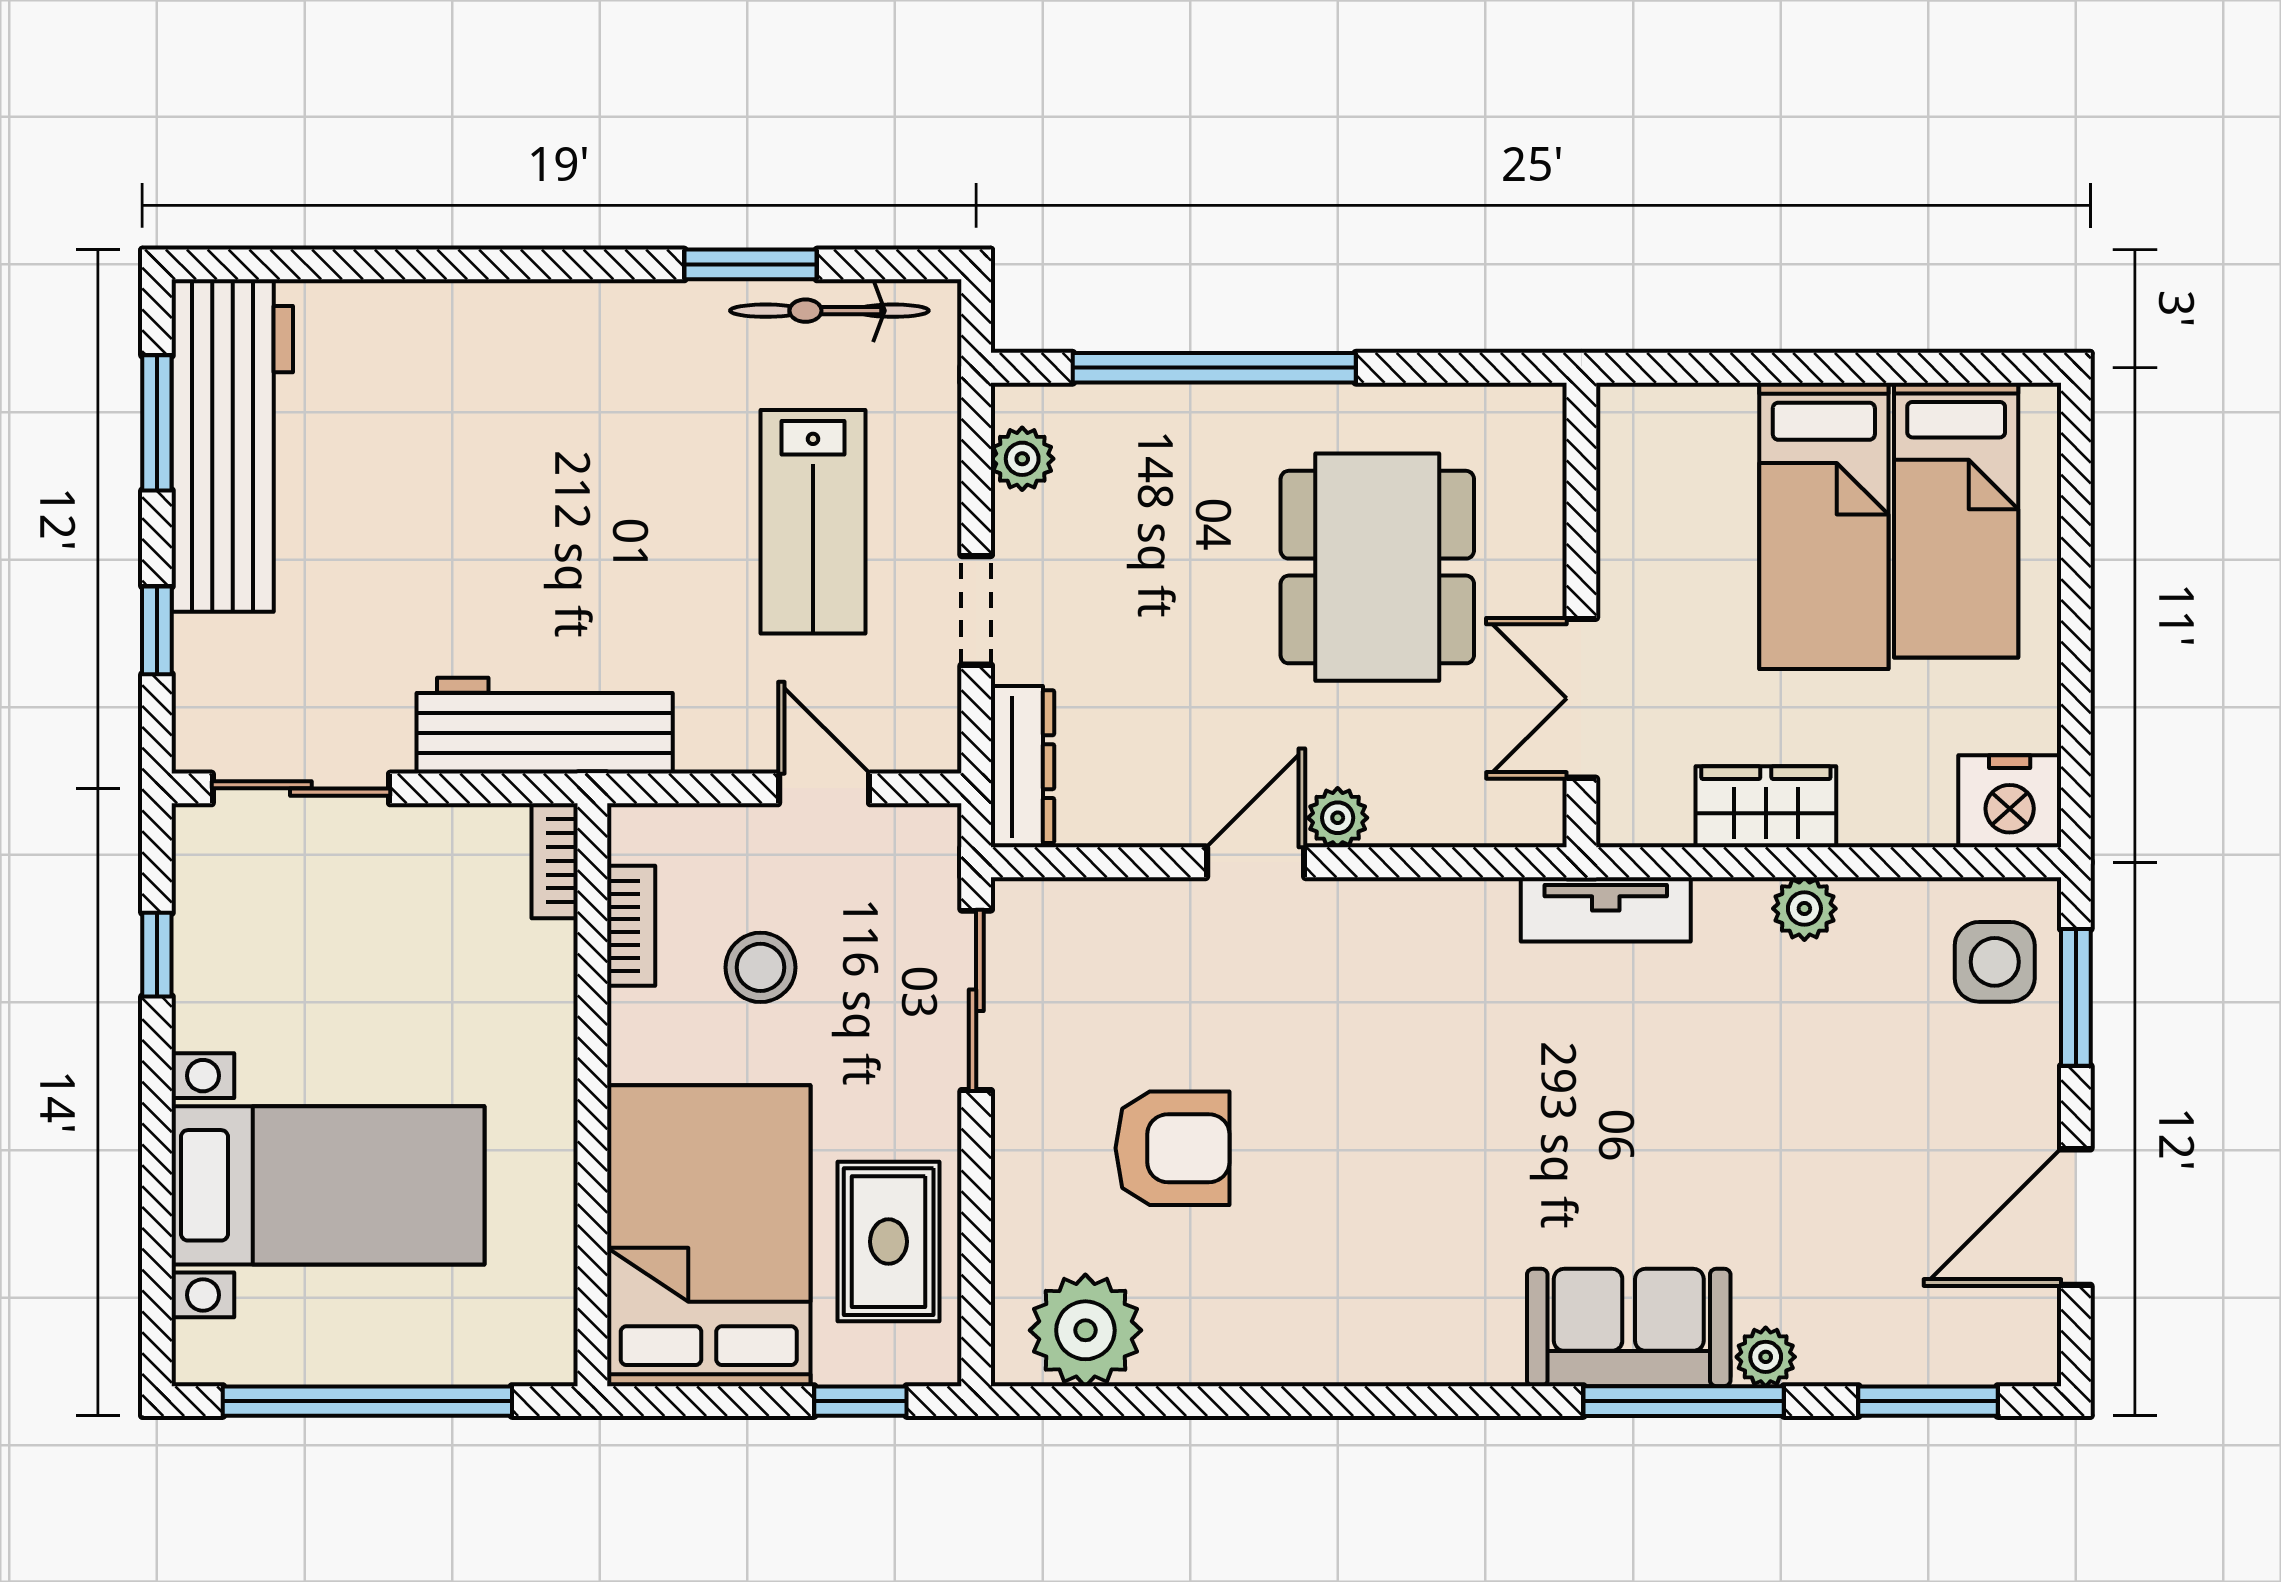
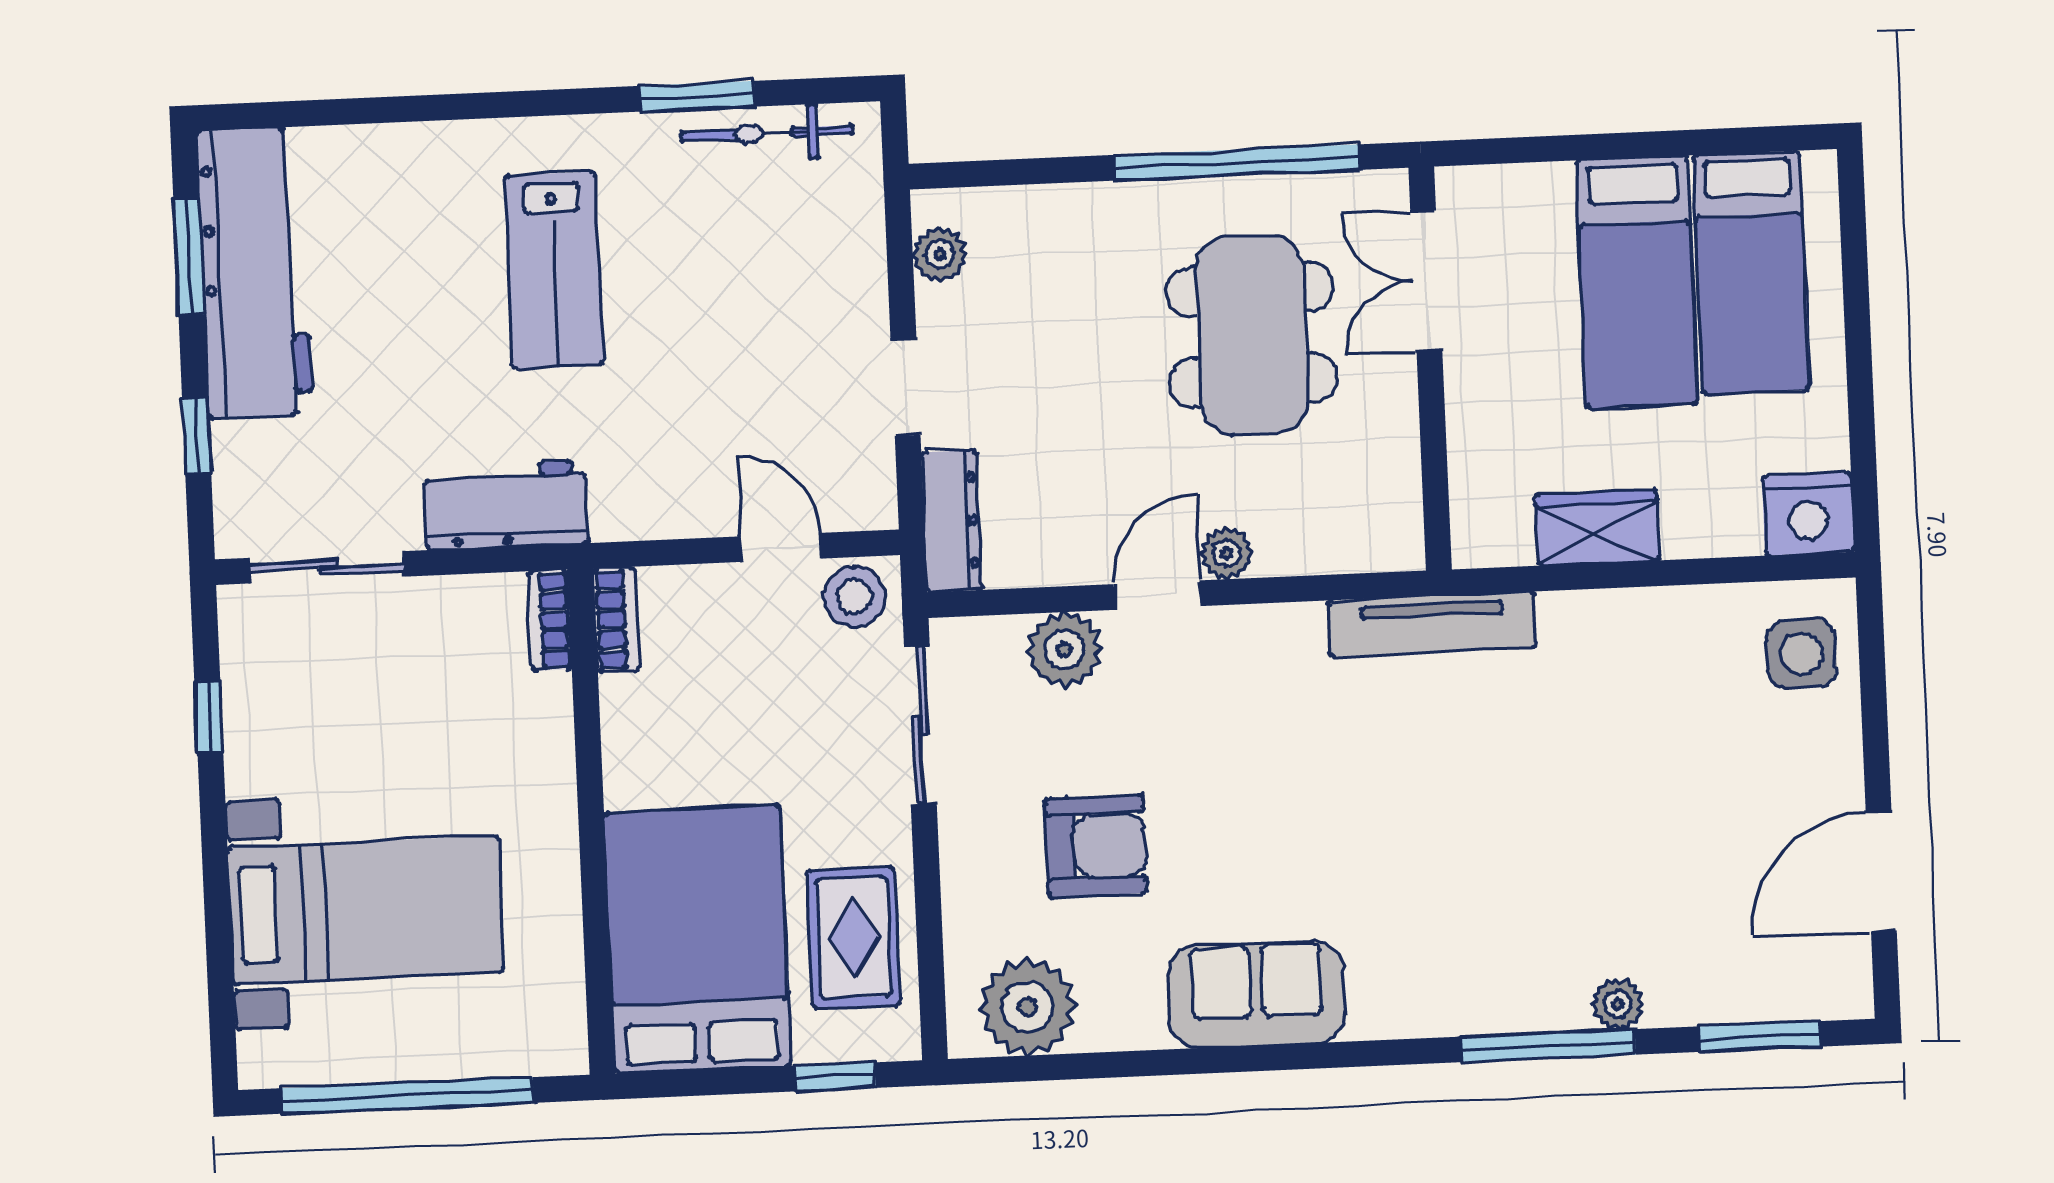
window: (1214, 368) -> (1237, 162), moved
lab bench: (813, 522) -> (554, 270), moved
double door: (1581, 698) -> (1426, 281), moved
workbench: (545, 726) -> (506, 505), width x0.73
tv unit: (1606, 909) -> (1432, 624), width x1.41
plant: (1804, 909) -> (1065, 650), moved, width x1.38, depth x1.38
bookcase: (631, 926) -> (616, 620), moved
stool: (760, 967) -> (855, 597), moved
window: (2076, 997) -> (1873, 681), removed
sofa: (1629, 1327) -> (1257, 995), moved

